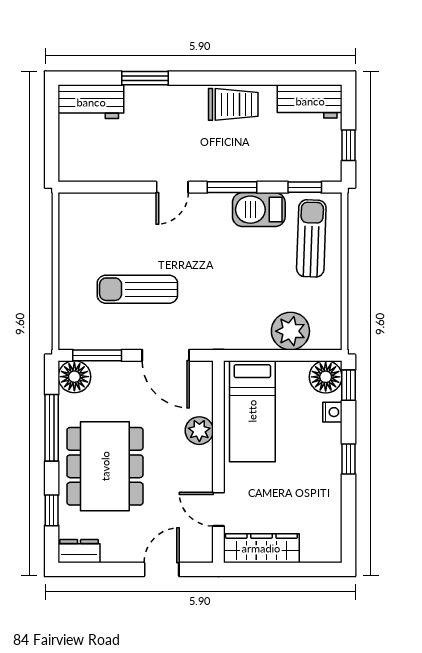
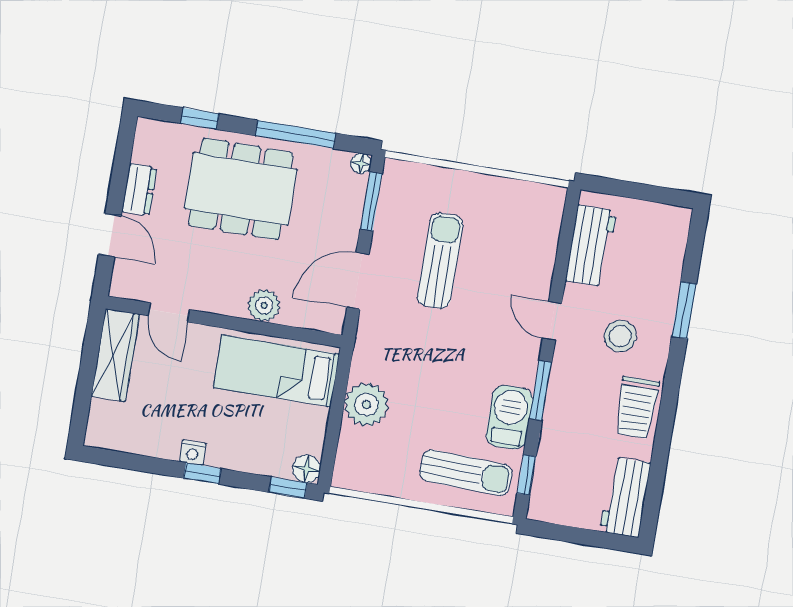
workbench: (91, 102) -> (591, 246), moved, turned 180
stool: (175, 128) -> (620, 336), added
window: (348, 145) -> (567, 534), removed
plant: (290, 331) -> (366, 405), moved
floor lamp: (74, 377) -> (361, 163), width x0.53, depth x0.53
floor lamp: (326, 377) -> (306, 469), width x0.73, depth x0.73
nightstand: (332, 412) -> (193, 453), moved
door: (218, 509) -> (169, 313), swing flipped
dresser: (79, 551) -> (139, 190), moved

